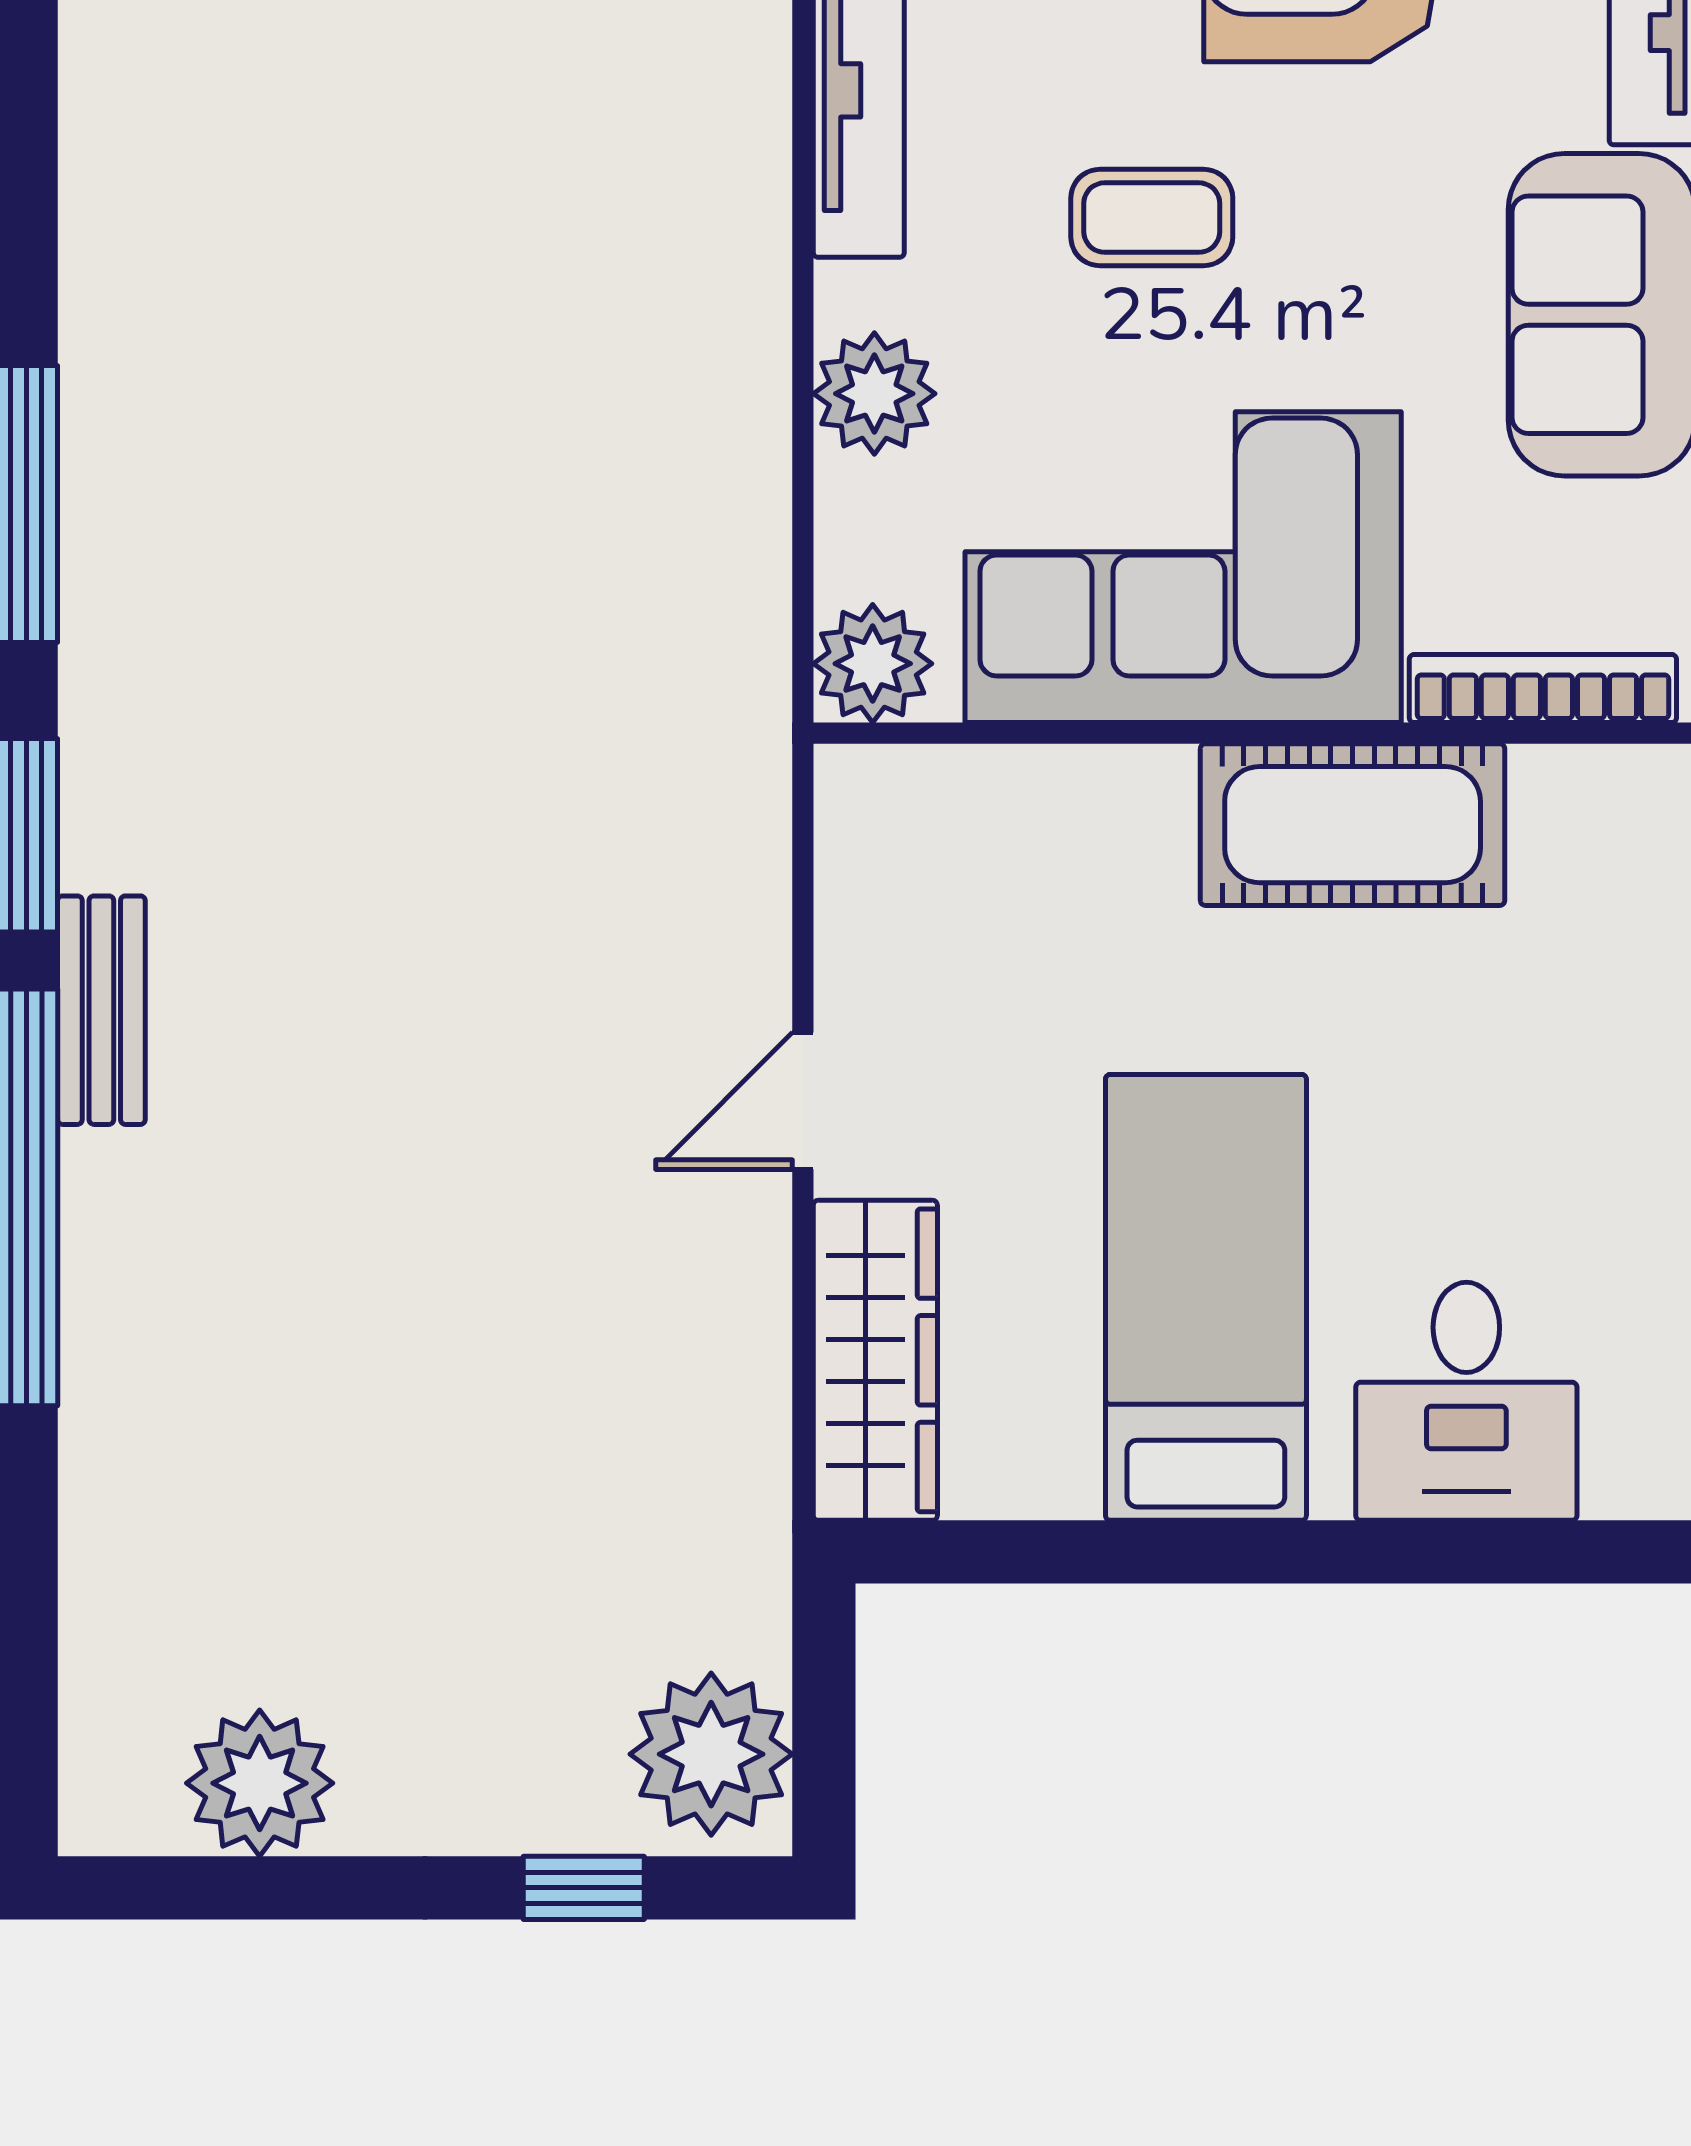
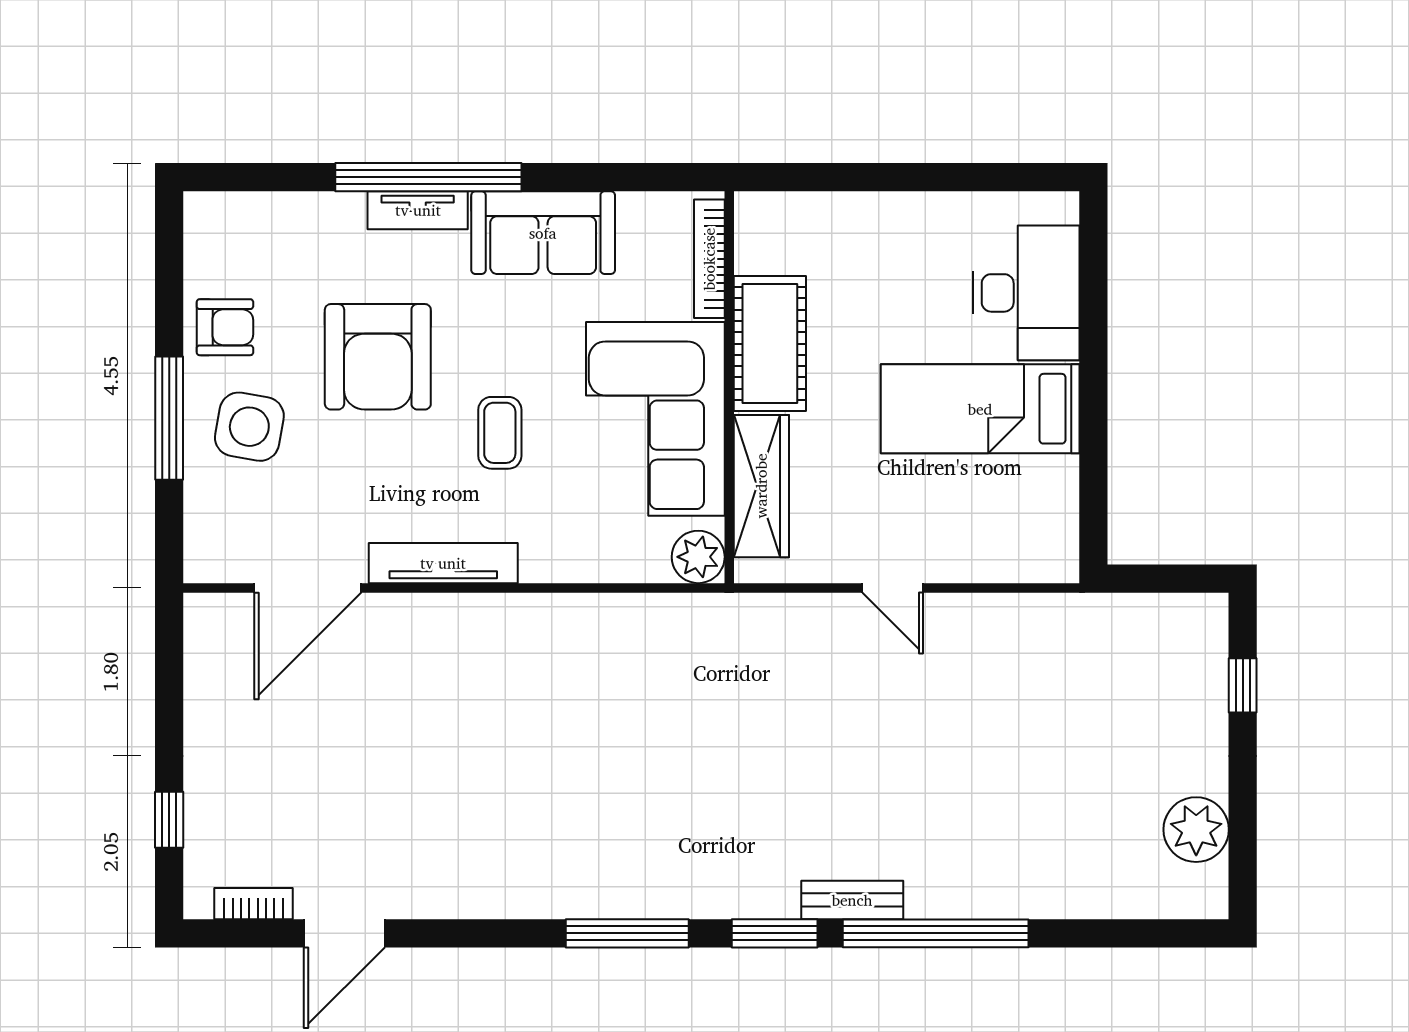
plant: (874, 394) -> (578, 556), removed
wardrobe: (875, 1360) -> (761, 486), moved, turned 90
desk: (1466, 1401) -> (1026, 293), width x1.37
plant: (711, 1754) -> (1183, 629), removed

